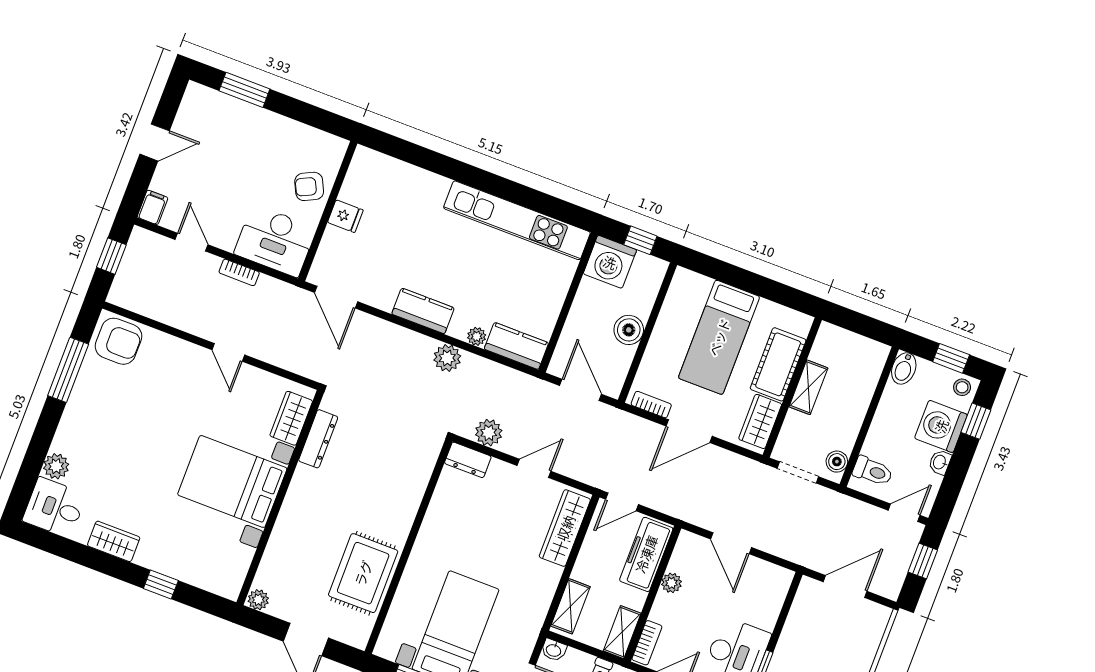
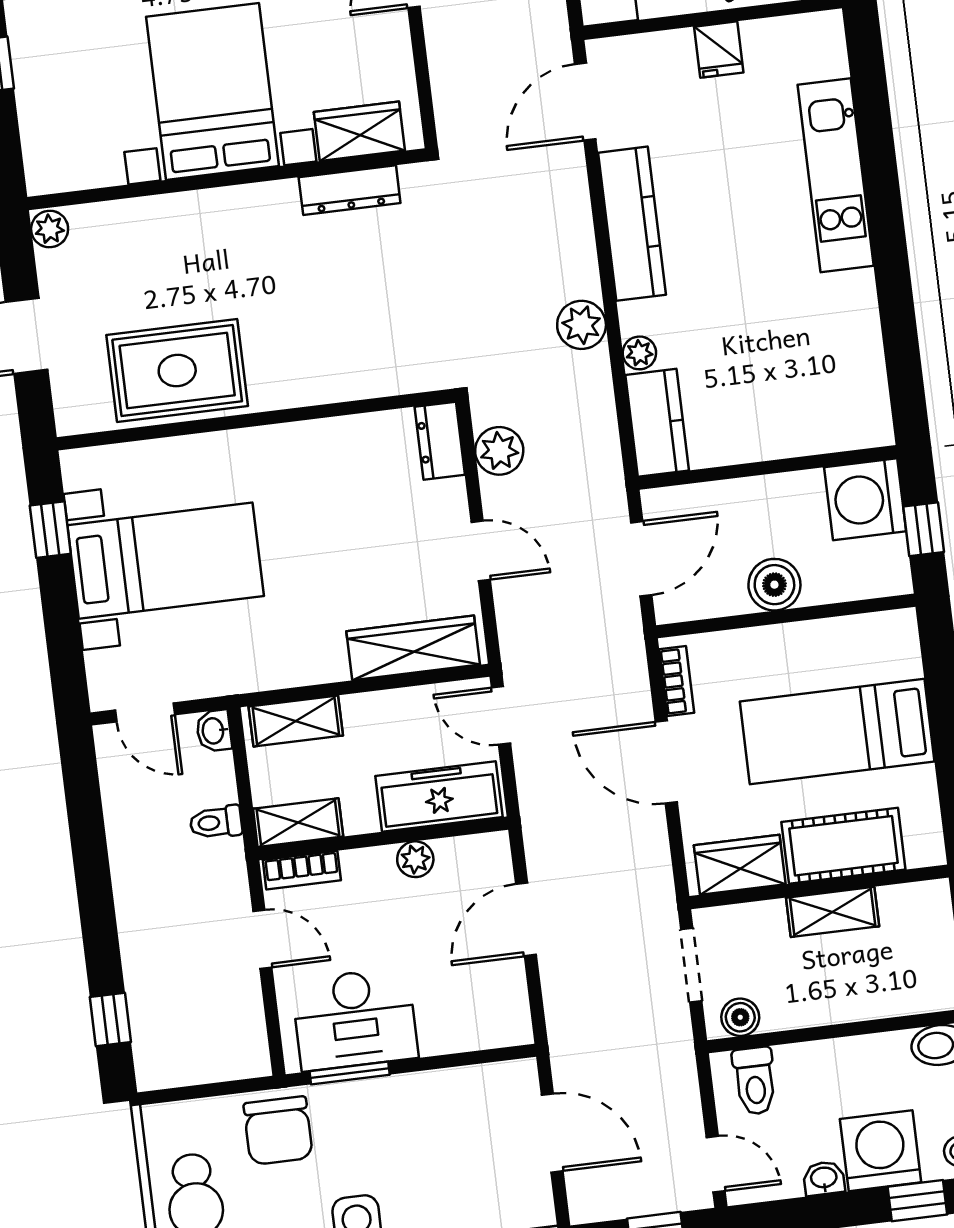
kitchen unit: (517, 220) -> (836, 175), moved, width x0.73
kitchen counter: (423, 311) -> (632, 224), width x1.50

